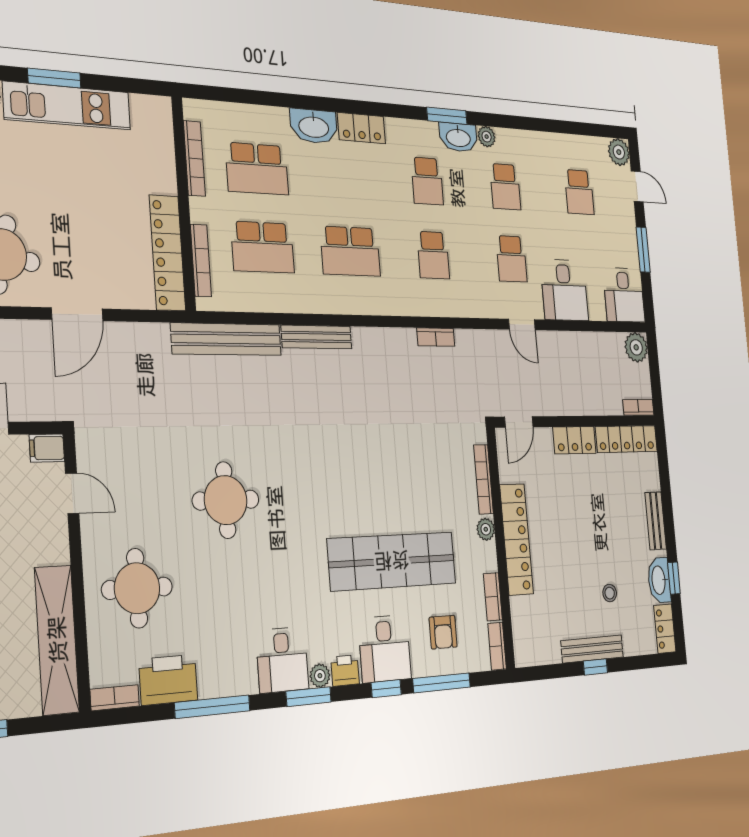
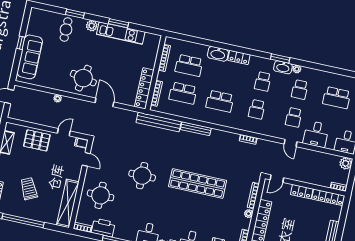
school desk: (579, 192) -> (337, 98), width x1.85
door: (77, 314) -> (104, 102), swing flipped
shop shelf: (392, 561) -> (198, 184), moved

